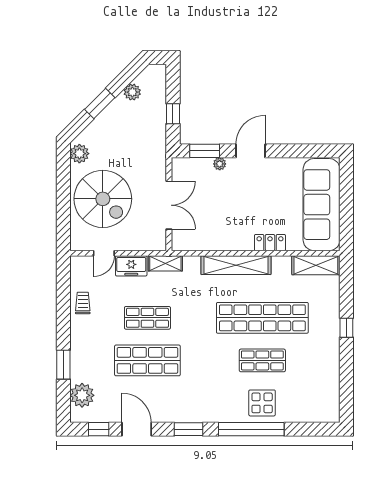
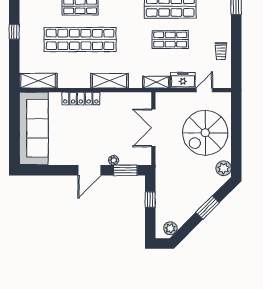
plant: (132, 92) -> (170, 228), moved
spiral stairs: (103, 199) -> (205, 133), turned -90
locker: (270, 243) -> (81, 99), width x1.53
shelving: (236, 265) -> (110, 81), width x0.68

